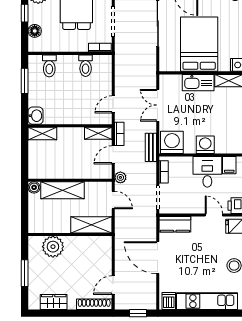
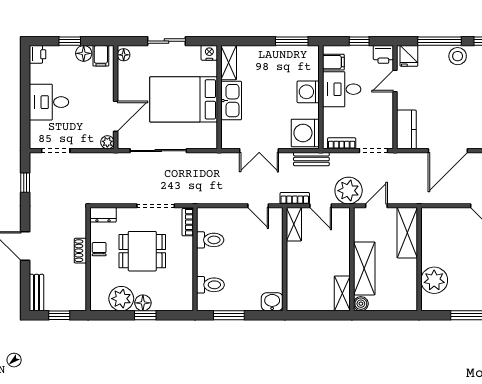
floor lamp: (35, 31) -> (143, 303), moved
shelving: (42, 134) -> (342, 293), moved
plant: (120, 177) -> (349, 191), width x1.88, depth x1.88

